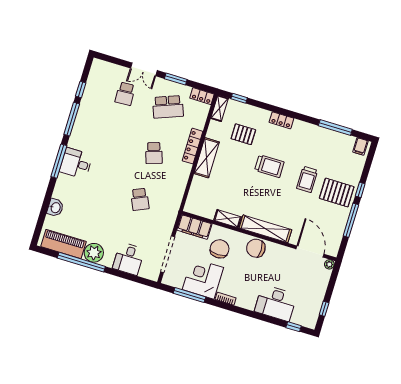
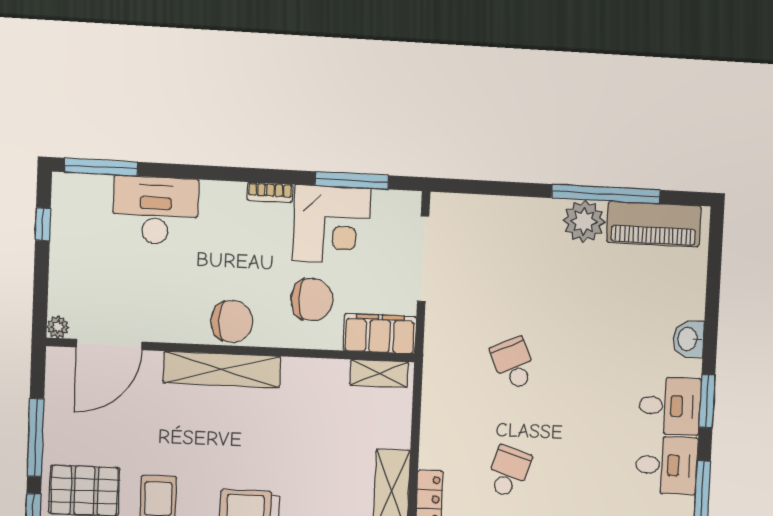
school desk: (154, 153) -> (509, 472), turned 36
window: (59, 161) -> (707, 401), width x0.69
washbasin: (55, 208) -> (688, 339), moved
shelving: (228, 219) -> (379, 374), moved
chair: (220, 249) -> (312, 299), turned -90
door: (310, 252) -> (109, 345), hinge flipped
desk: (129, 259) -> (667, 465), moved, turned 90
window: (294, 327) -> (101, 167), width x2.17

